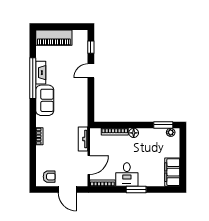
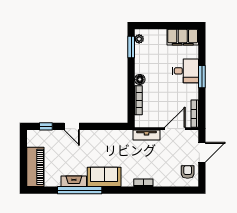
door: (89, 165) -> (175, 129), hinge flipped
desk: (127, 175) -> (185, 71), moved

